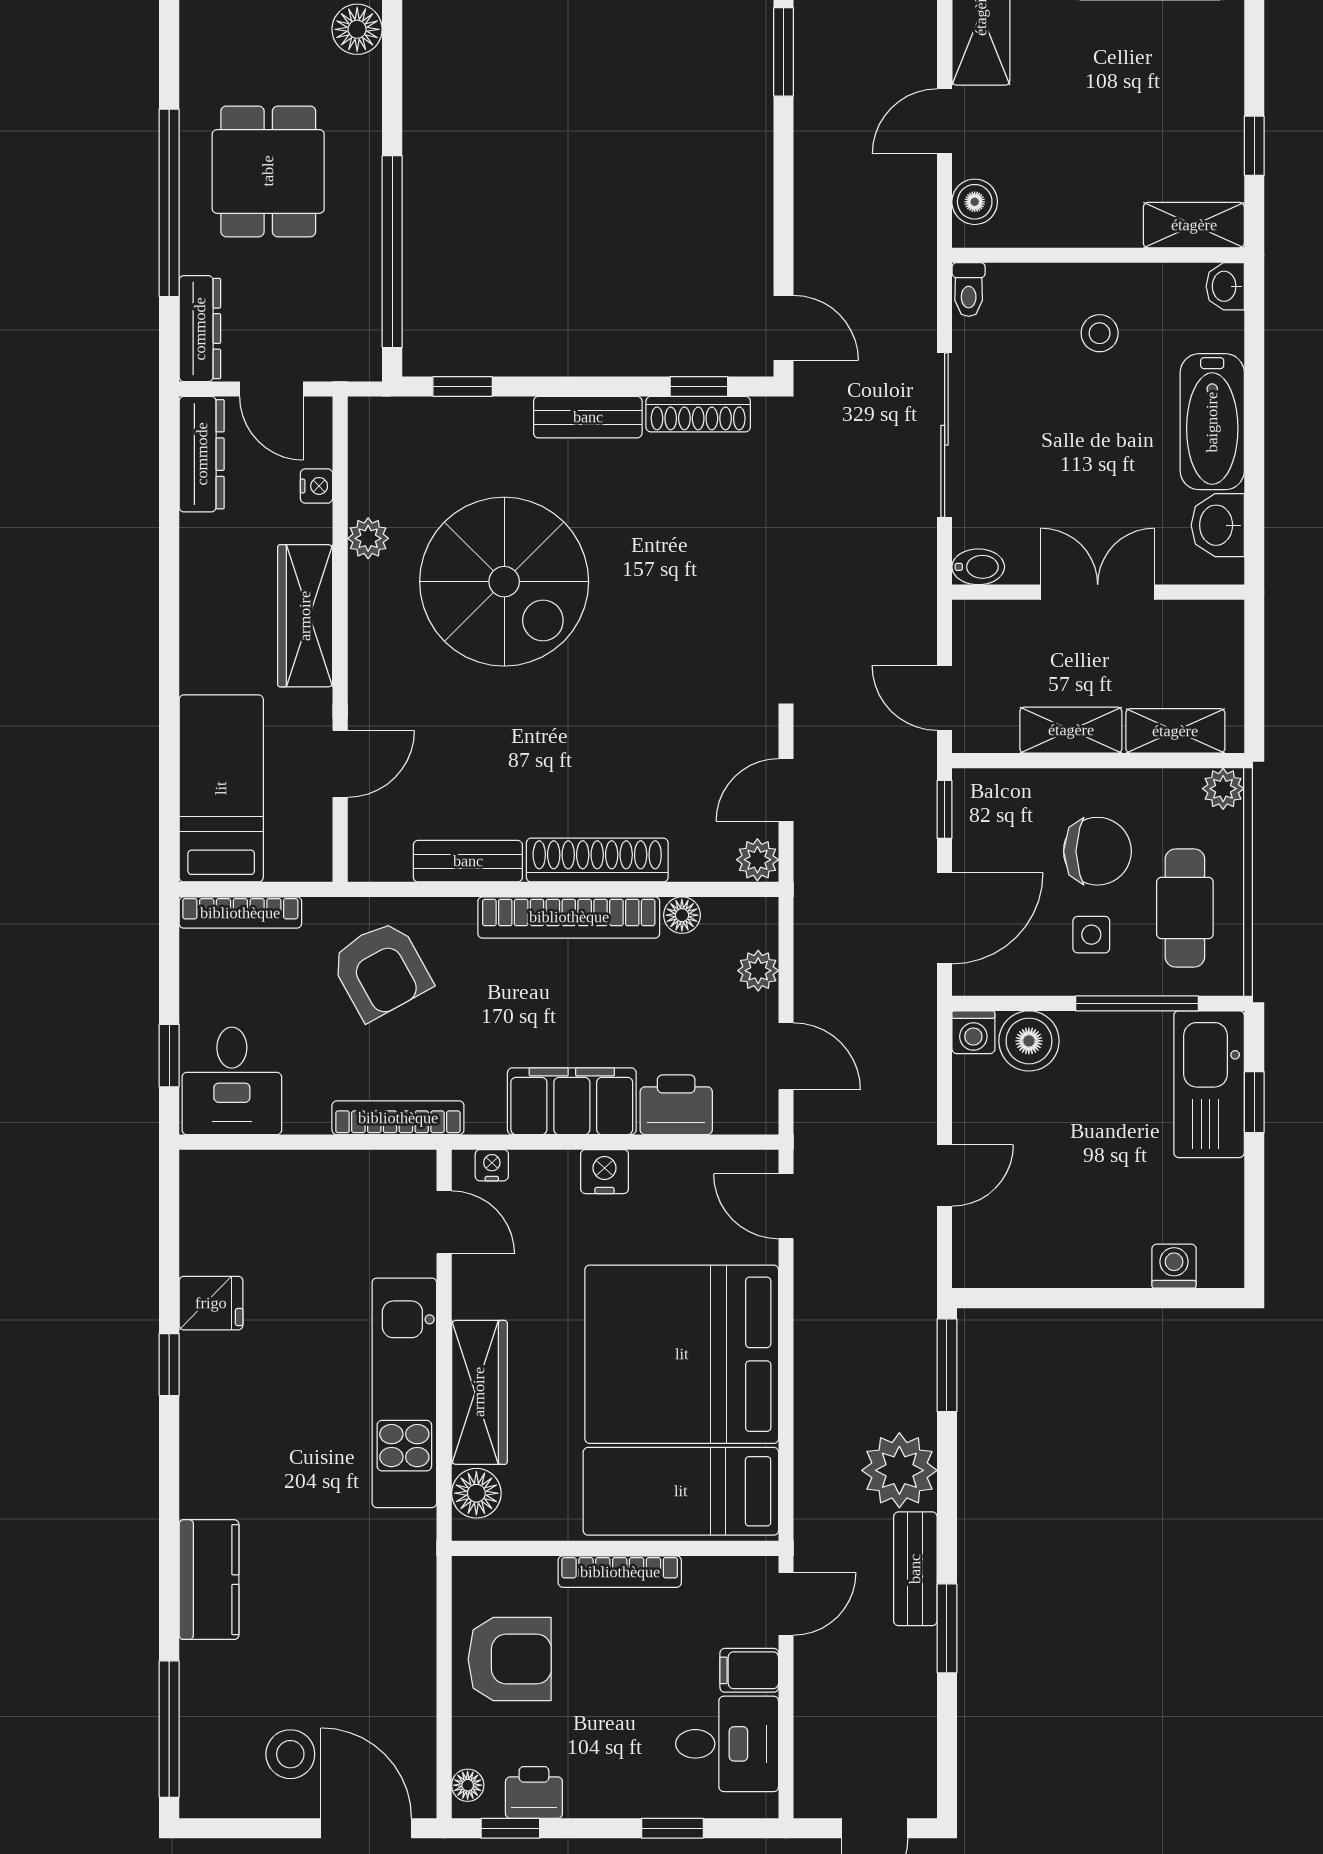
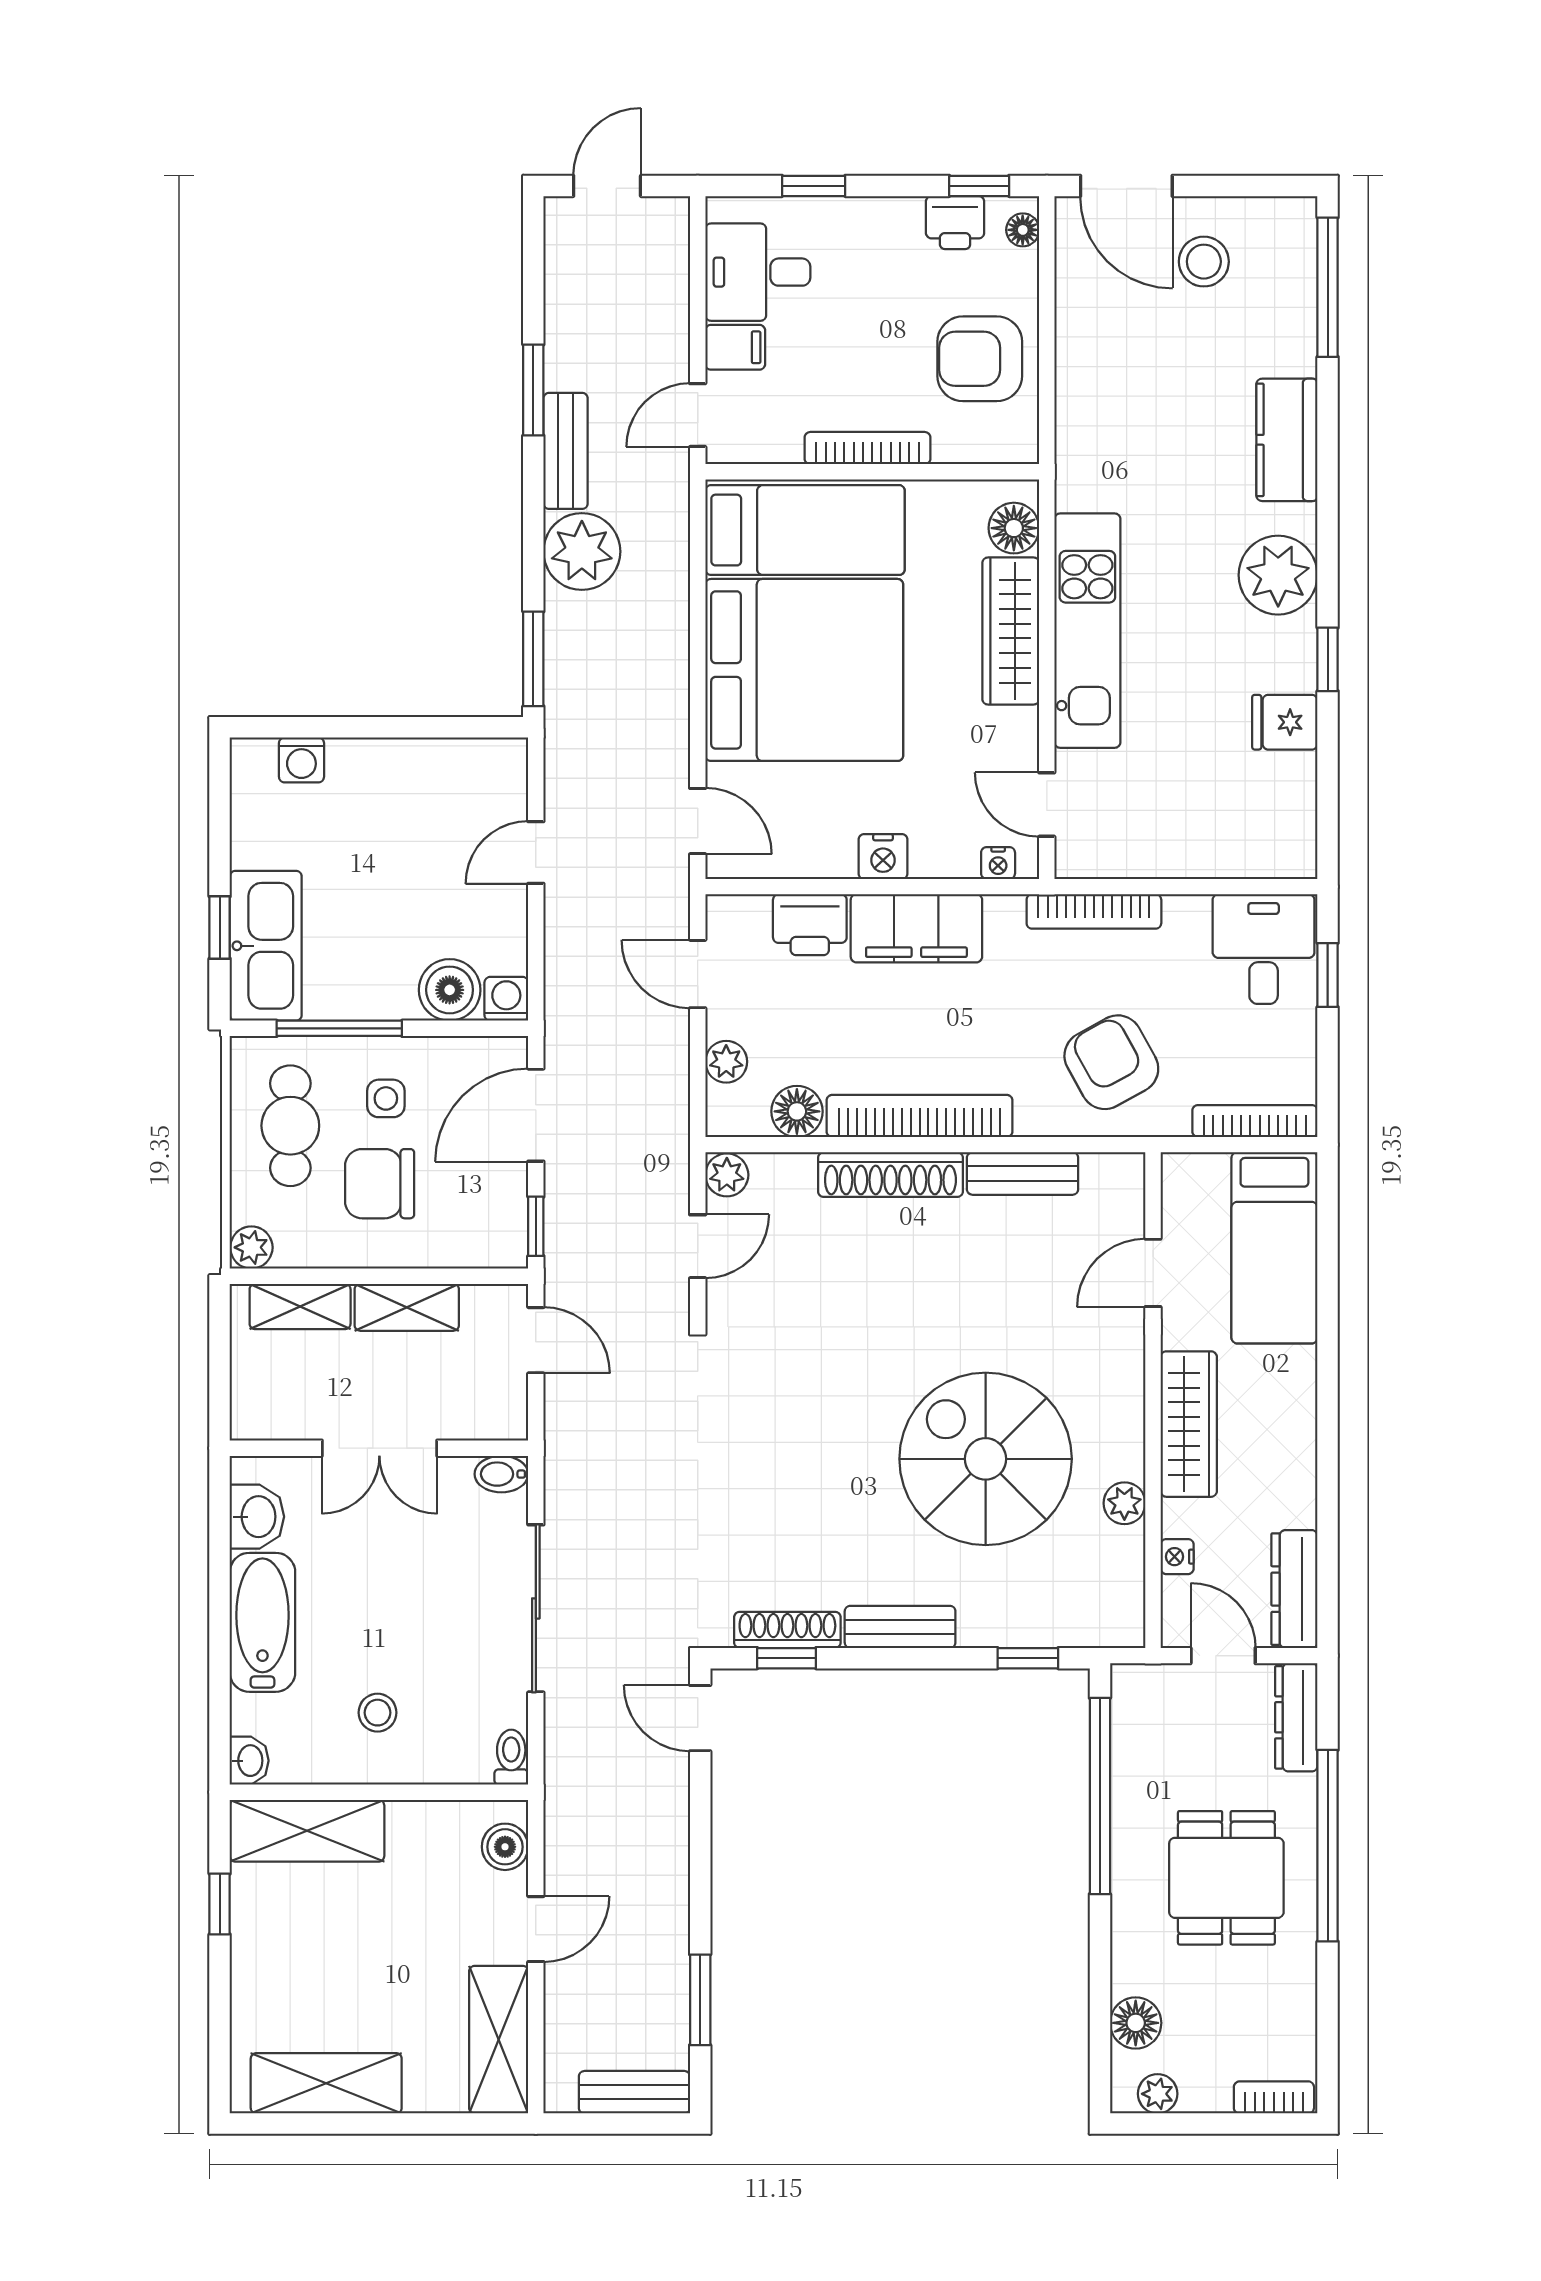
shelving: (1194, 225) -> (307, 1831), width x1.50, depth x1.33
floor lamp: (682, 915) -> (797, 1111), width x1.37, depth x1.37
plant: (218, 1447) -> (1278, 575), added

